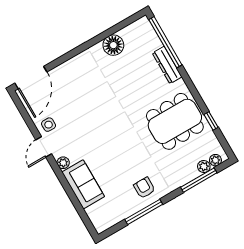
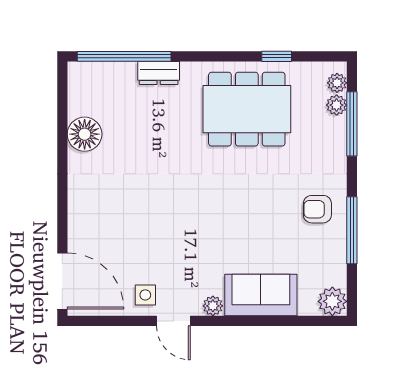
dresser: (167, 65) -> (159, 73), width x0.70
dining table: (175, 121) -> (247, 109), turned 90
plant: (101, 223) -> (332, 301), added

